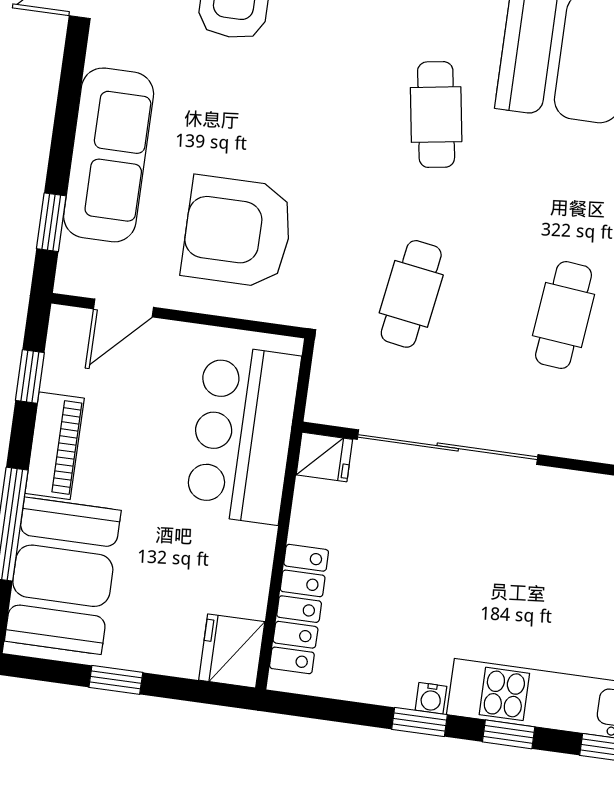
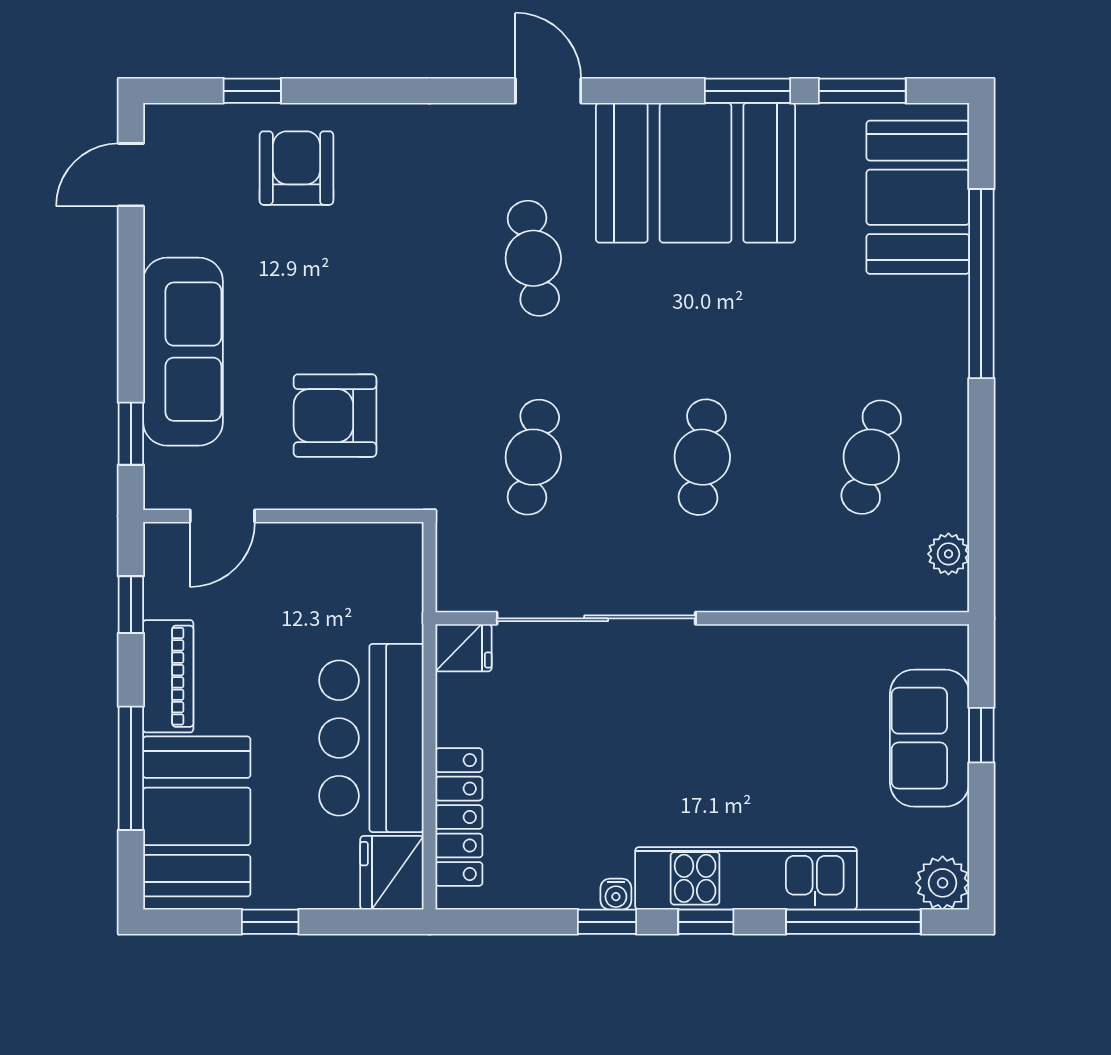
armchair: (238, 232) -> (335, 416), width x0.73, depth x0.73
bar counter: (243, 434) -> (371, 738), moved

